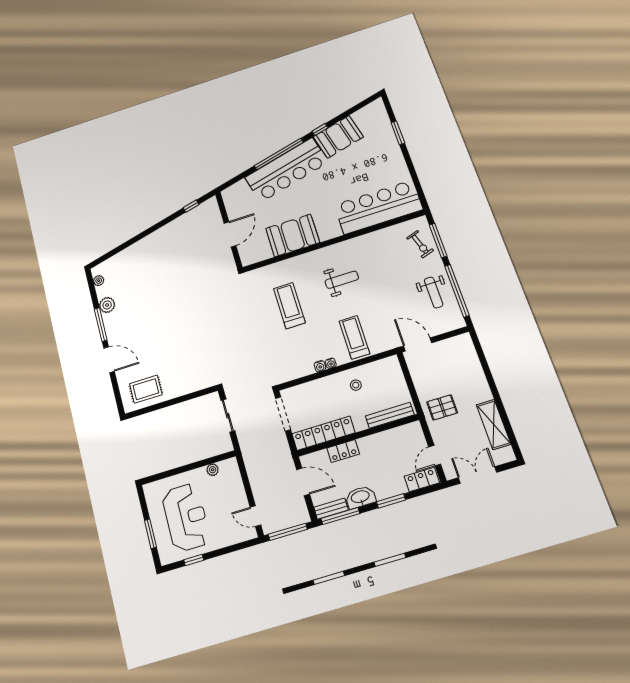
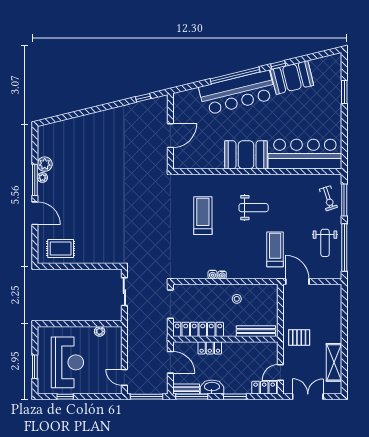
booth: (293, 235) -> (246, 155), moved
plant: (99, 281) -> (42, 177), moved
treadmill: (354, 337) -> (275, 249), moved

